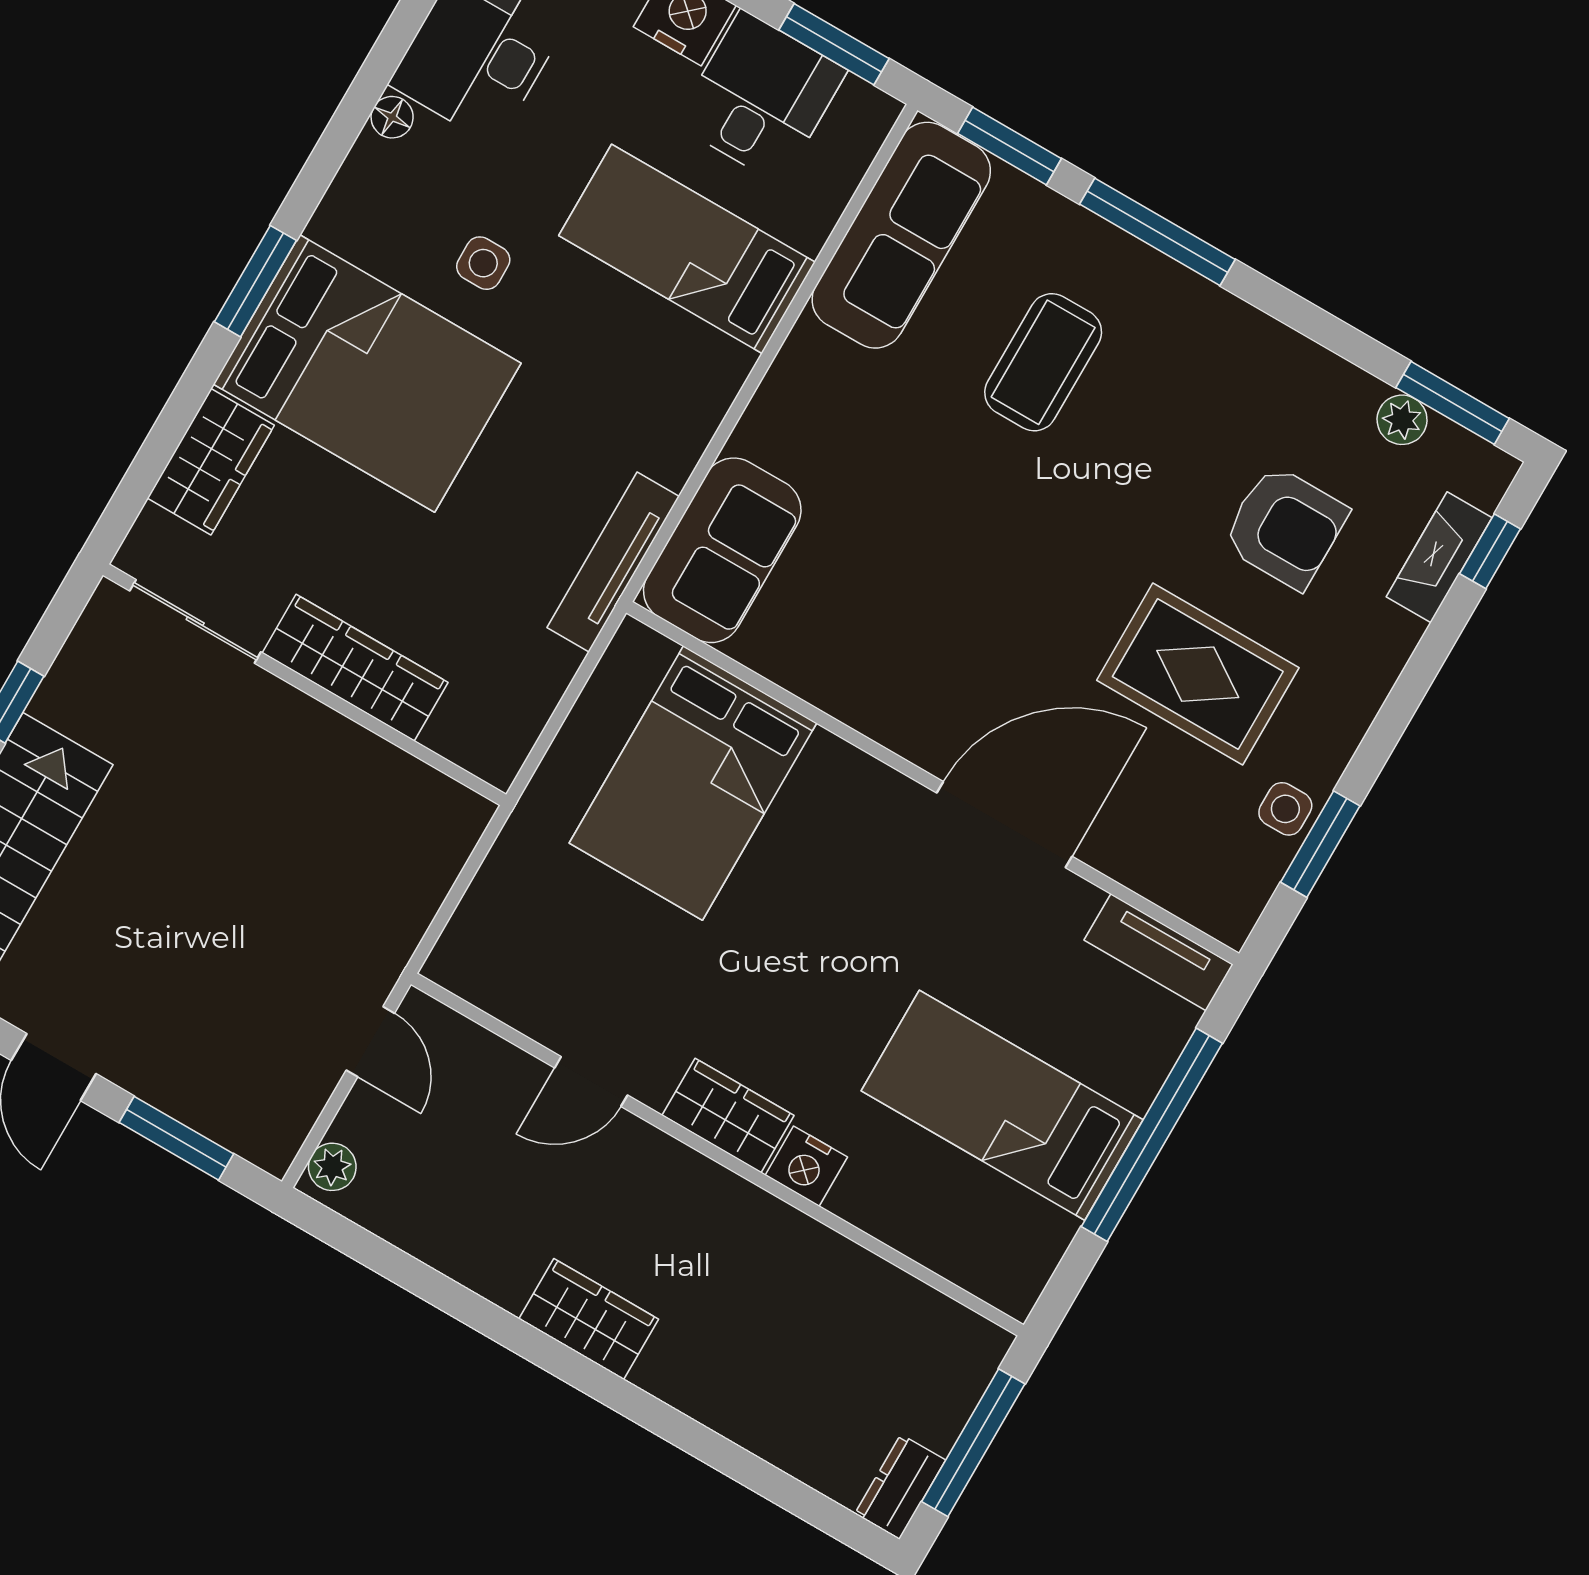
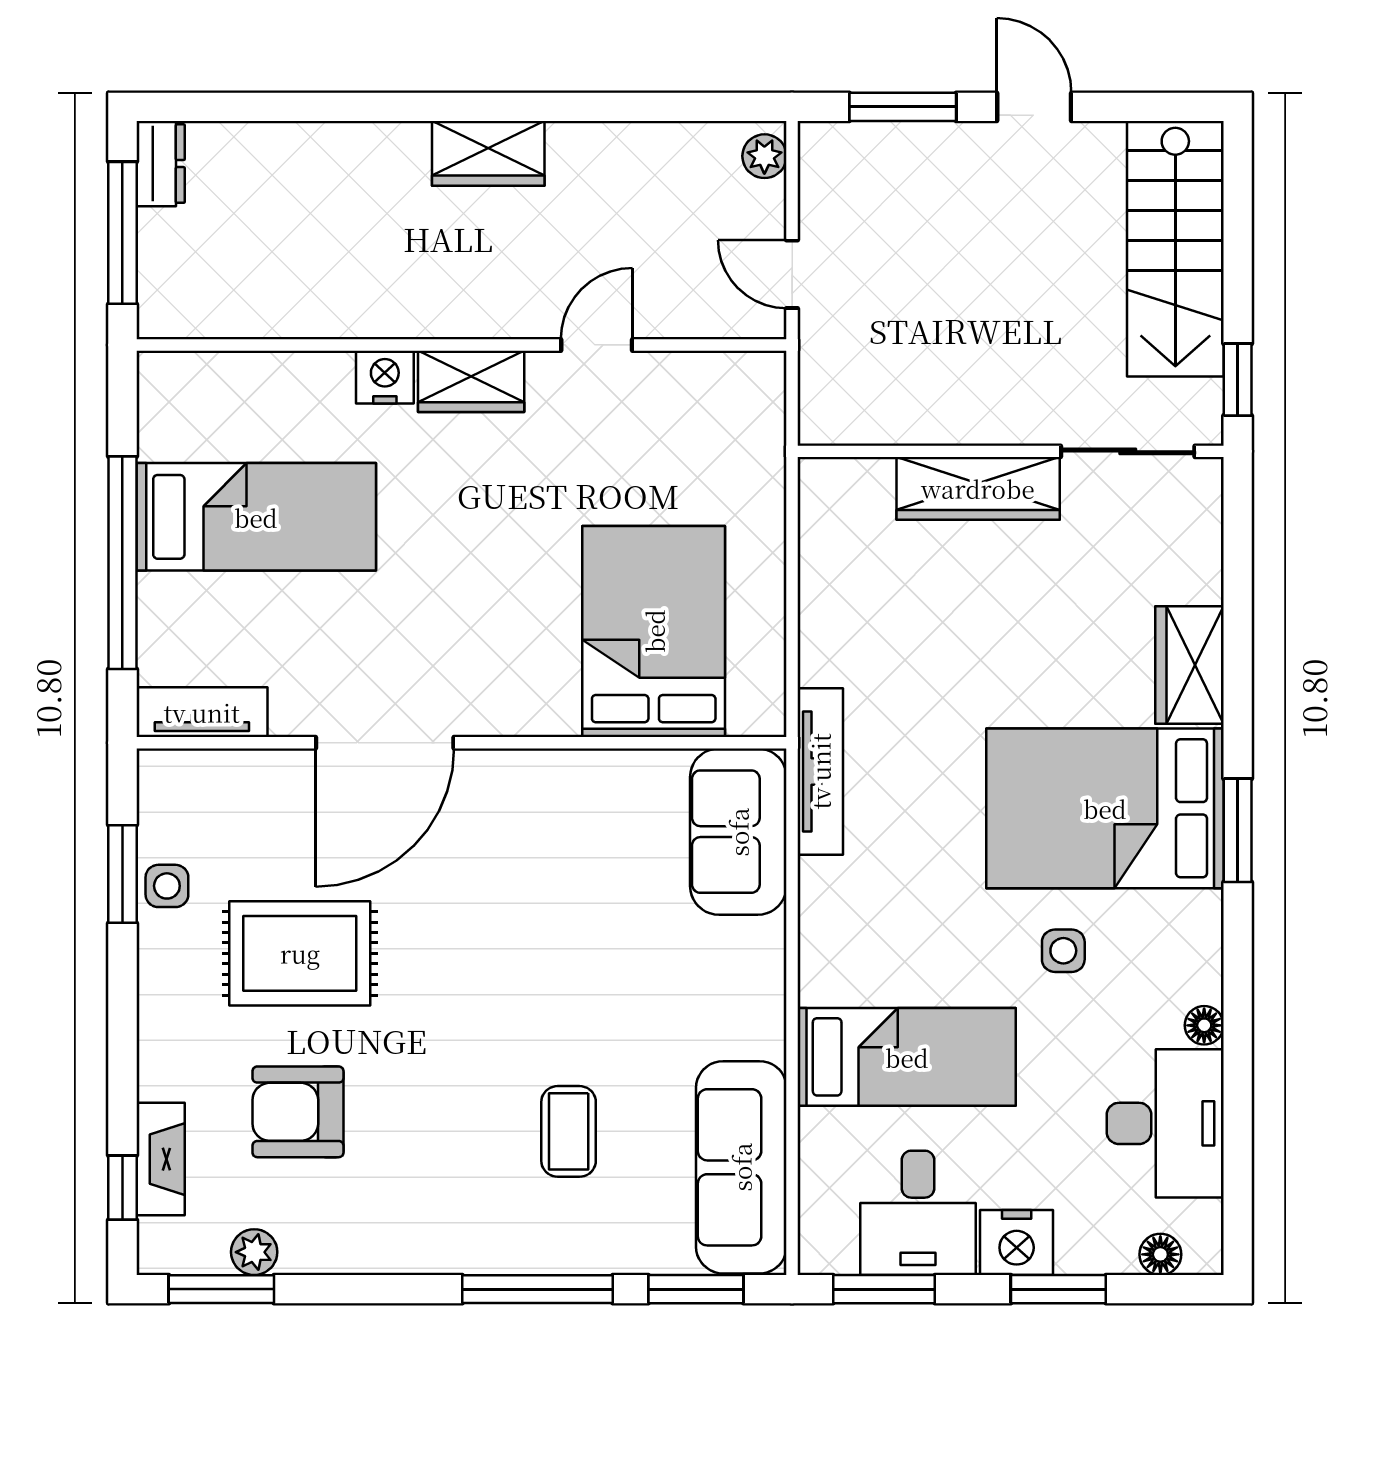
coffee table: (1043, 362) -> (569, 1131), width x0.73, depth x0.77
sliding door: (195, 621) -> (1128, 451), moved
wardrobe: (355, 668) -> (978, 488), moved
wall: (305, 685) -> (1011, 451), moved

